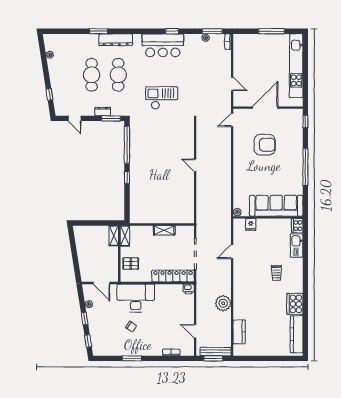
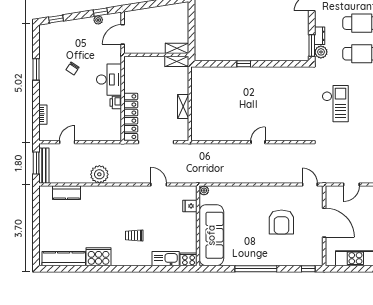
plant: (117, 110) -> (321, 52), added
window: (127, 145) -> (281, 64), removed
pallet: (131, 264) -> (145, 68), removed
printer: (189, 289) -> (116, 102), moved
desk: (136, 298) -> (109, 80), width x0.73, depth x0.77
window: (85, 319) -> (101, 12), moved

